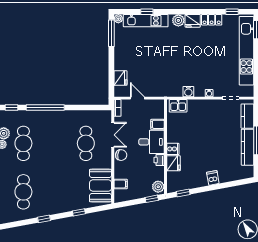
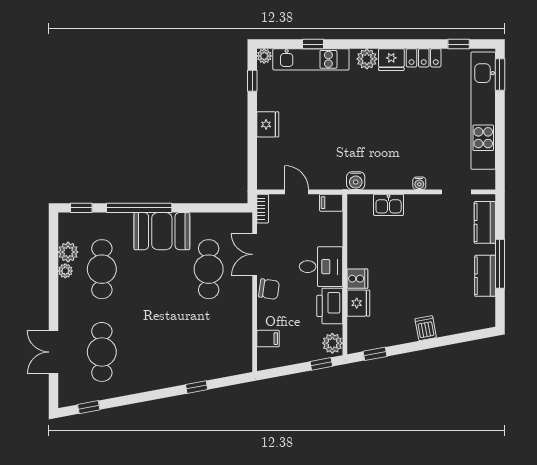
window: (111, 33) -> (252, 81), width x0.46
fridge: (120, 78) -> (268, 124), moved
water cooler: (188, 92) -> (356, 181), moved
kitchen sink: (178, 106) -> (389, 205), moved
filing cabinet: (157, 124) -> (331, 203), moved
double door: (113, 135) -> (255, 254), swing flipped
kitchen counter: (247, 147) -> (485, 276), width x0.67
printer: (159, 160) -> (330, 306), width x1.87, depth x1.48
booth: (101, 186) -> (162, 231), moved, turned 90
window: (44, 219) -> (89, 407), moved

